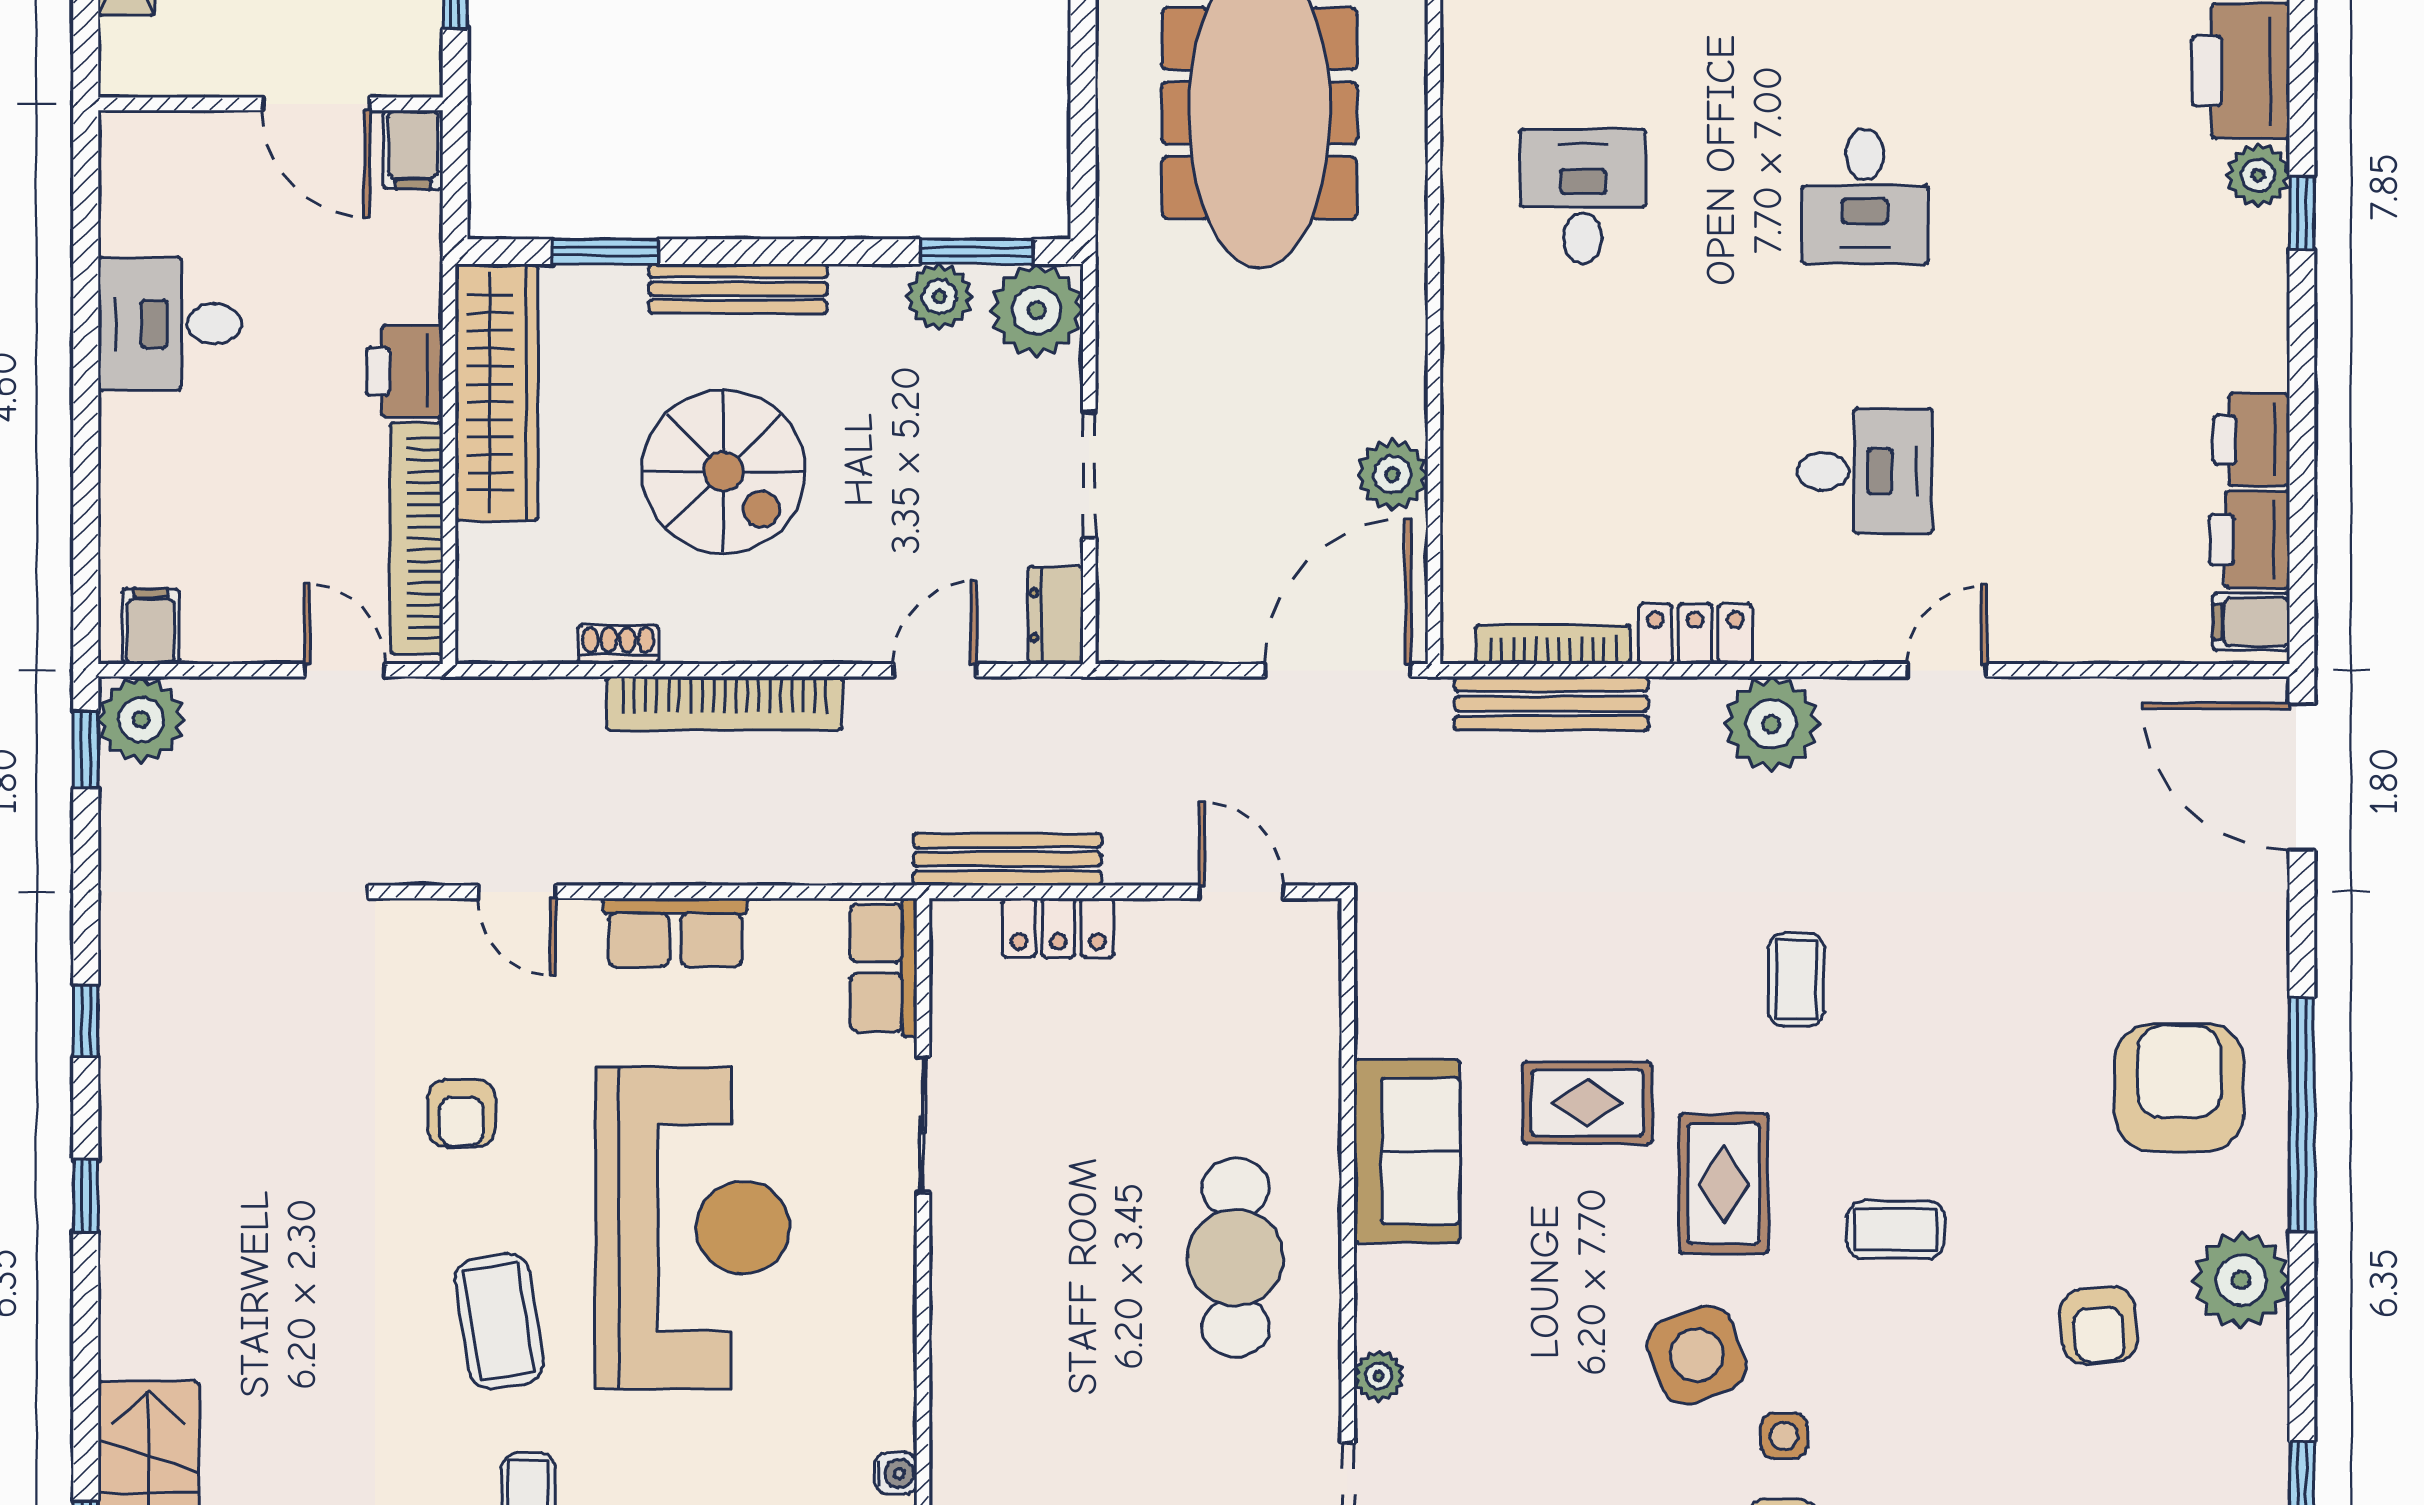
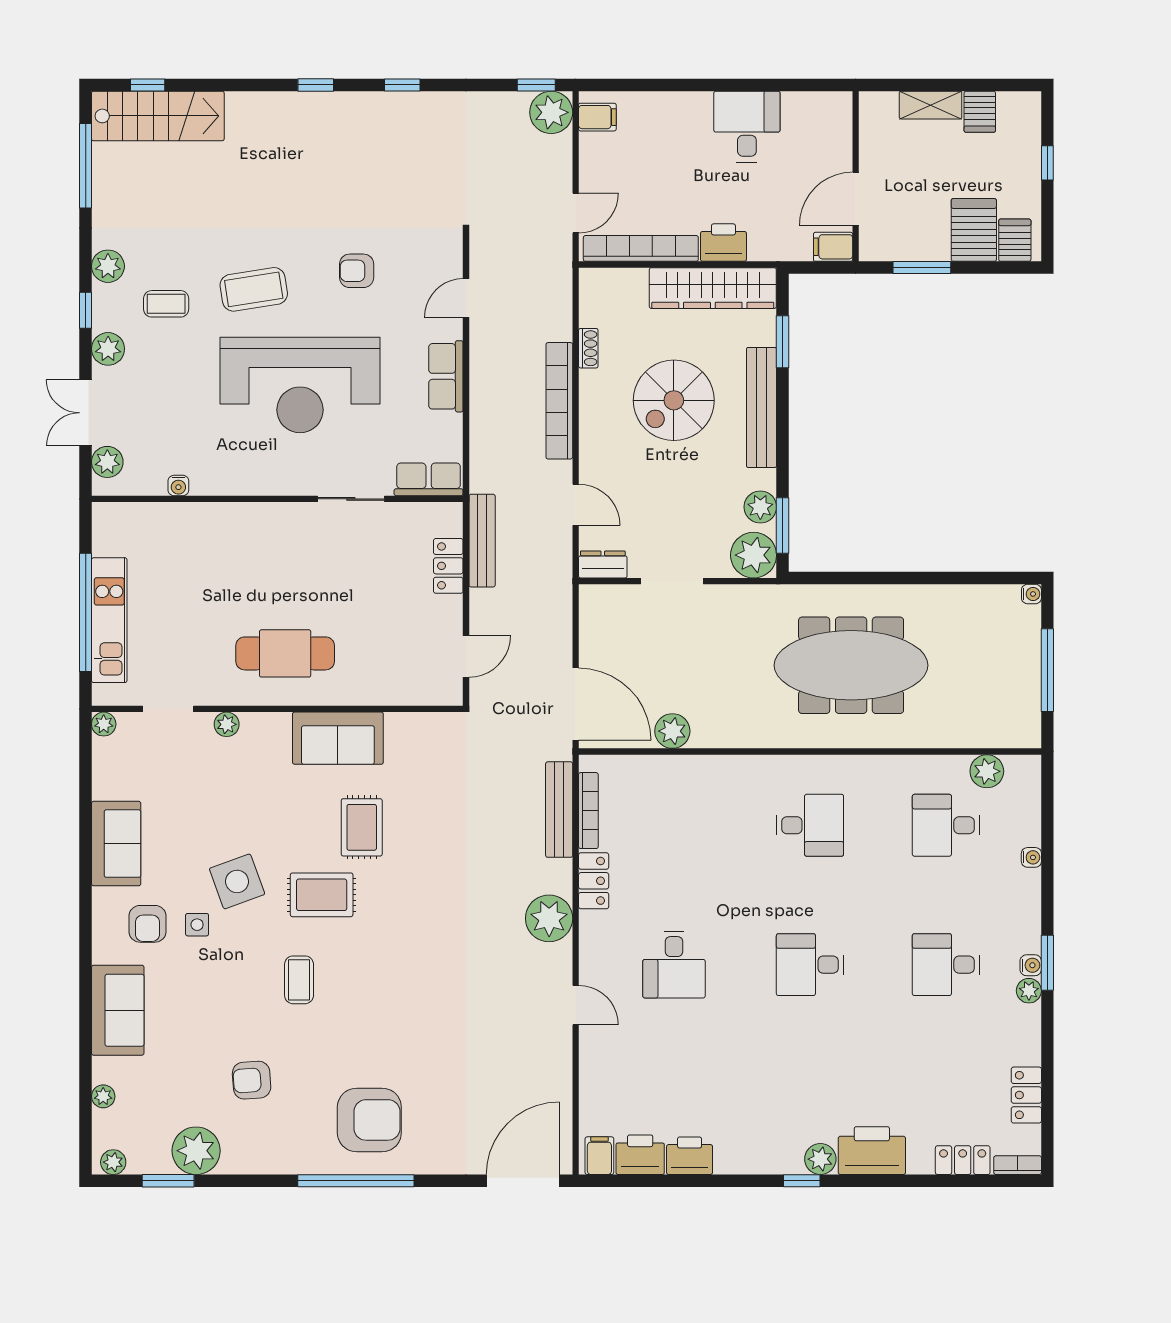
bench: (738, 289) -> (762, 407), width x1.37, depth x1.21
coffee table: (1796, 980) -> (423, 931), removed
plant: (2241, 1280) -> (196, 1151), moved

